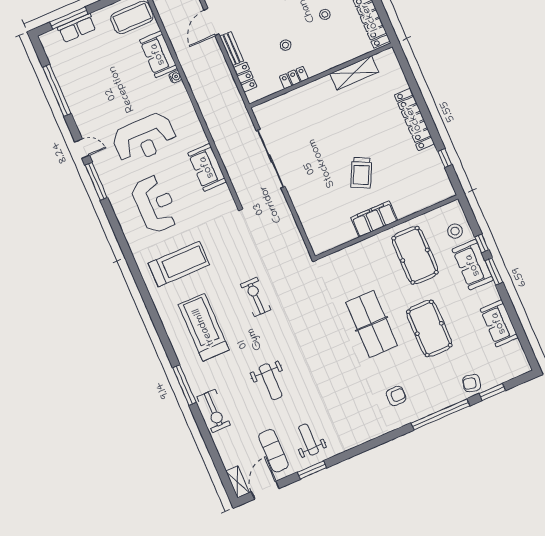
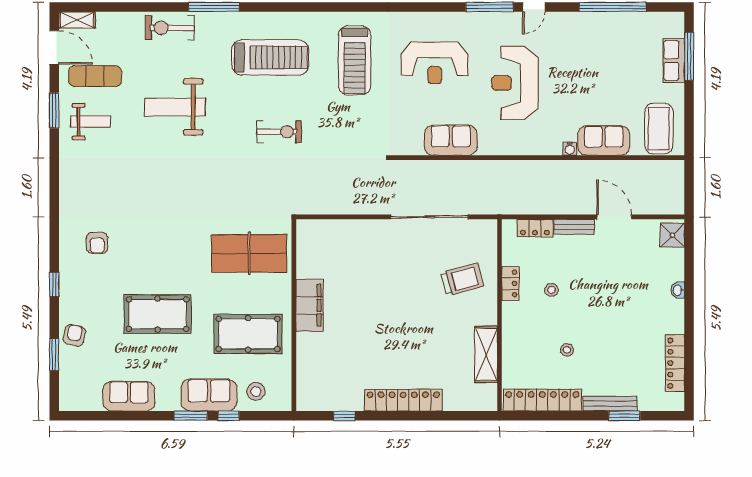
trolley: (361, 173) -> (462, 279), moved, turned 139
table tennis table: (372, 324) -> (249, 253), moved
weight bench: (271, 382) -> (175, 107), width x1.36, depth x1.33
window: (440, 414) -> (54, 284), width x0.32

